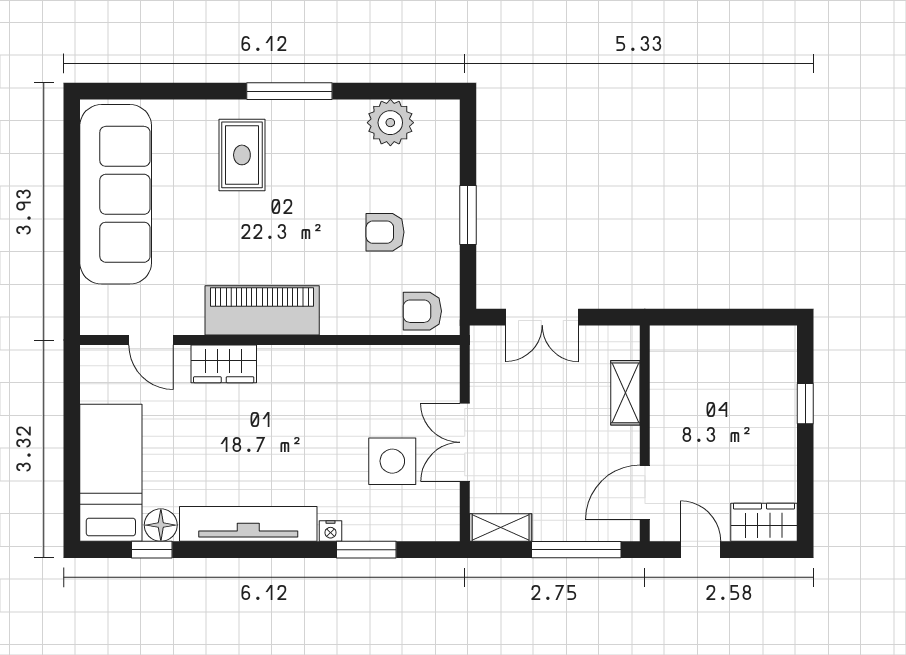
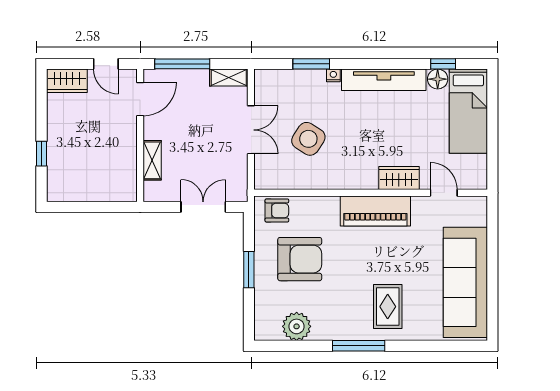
armchair: (385, 232) -> (300, 259), width x1.88, depth x1.88
side table: (392, 461) -> (308, 139), moved, turned 33

